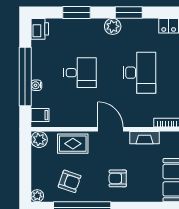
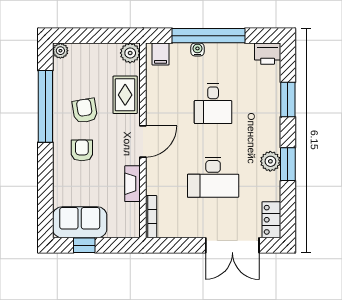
plant: (113, 26) -> (270, 161), moved
armchair: (70, 181) -> (85, 111), moved, turned 152

